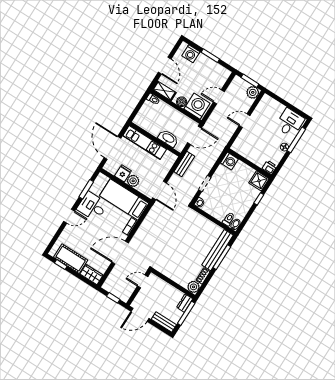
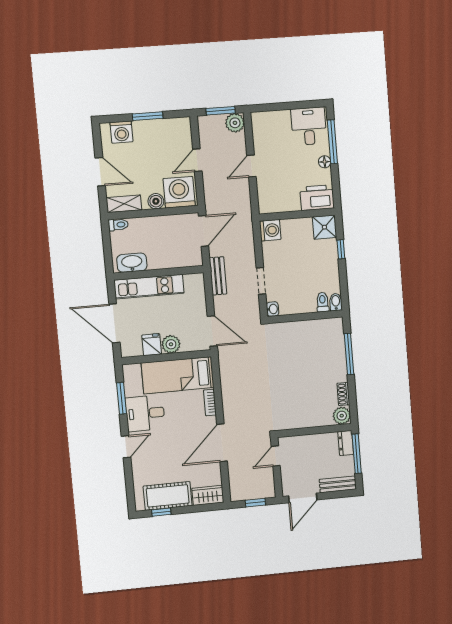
washbasin: (168, 138) -> (132, 263), moved
printer: (269, 167) -> (317, 198), width x1.87, depth x1.48
bench: (218, 250) -> (337, 350), removed

